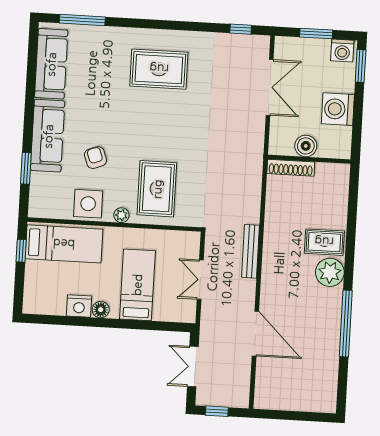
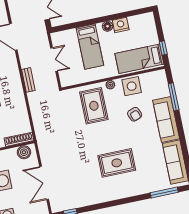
rug: (159, 69) -> (117, 163), moved
boiler: (306, 146) -> (24, 152), moved
window: (26, 168) -> (174, 97), width x1.44
bench: (250, 251) -> (28, 80), width x0.73

